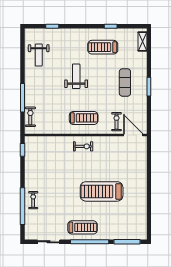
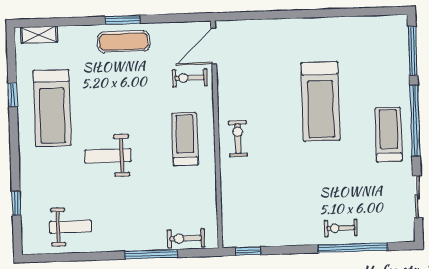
treadmill: (103, 47) -> (52, 108), width x1.37, depth x1.38
exercise mat: (125, 82) -> (124, 42), moved

